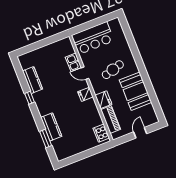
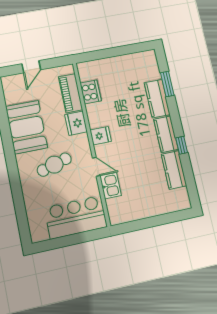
kitchen counter: (41, 103) -> (166, 134), added
cooker: (101, 133) -> (91, 92), moved

